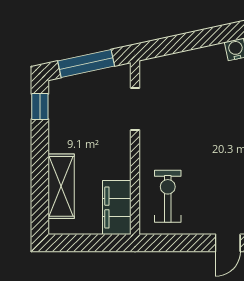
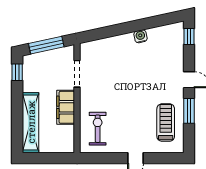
shelving: (61, 186) -> (31, 122), width x1.47
filing cabinet: (117, 207) -> (66, 107), moved

